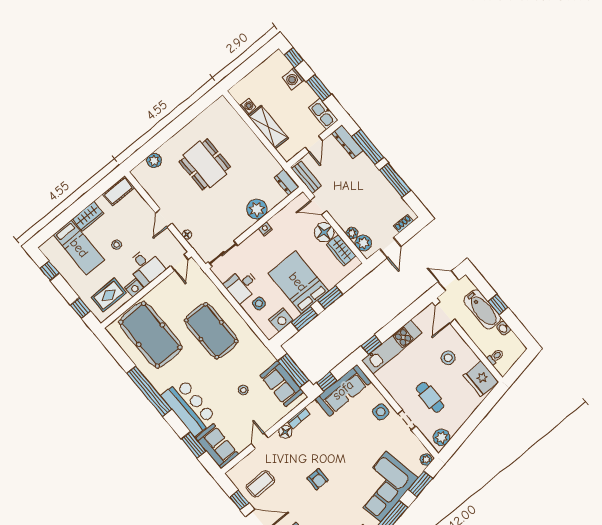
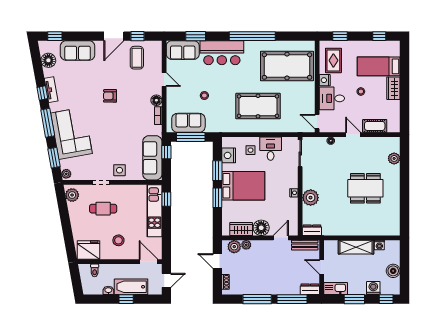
boiler: (261, 73) -> (393, 271), added
dresser: (348, 142) -> (310, 289), width x0.70
cot: (119, 191) -> (375, 126), moved, turned 90

